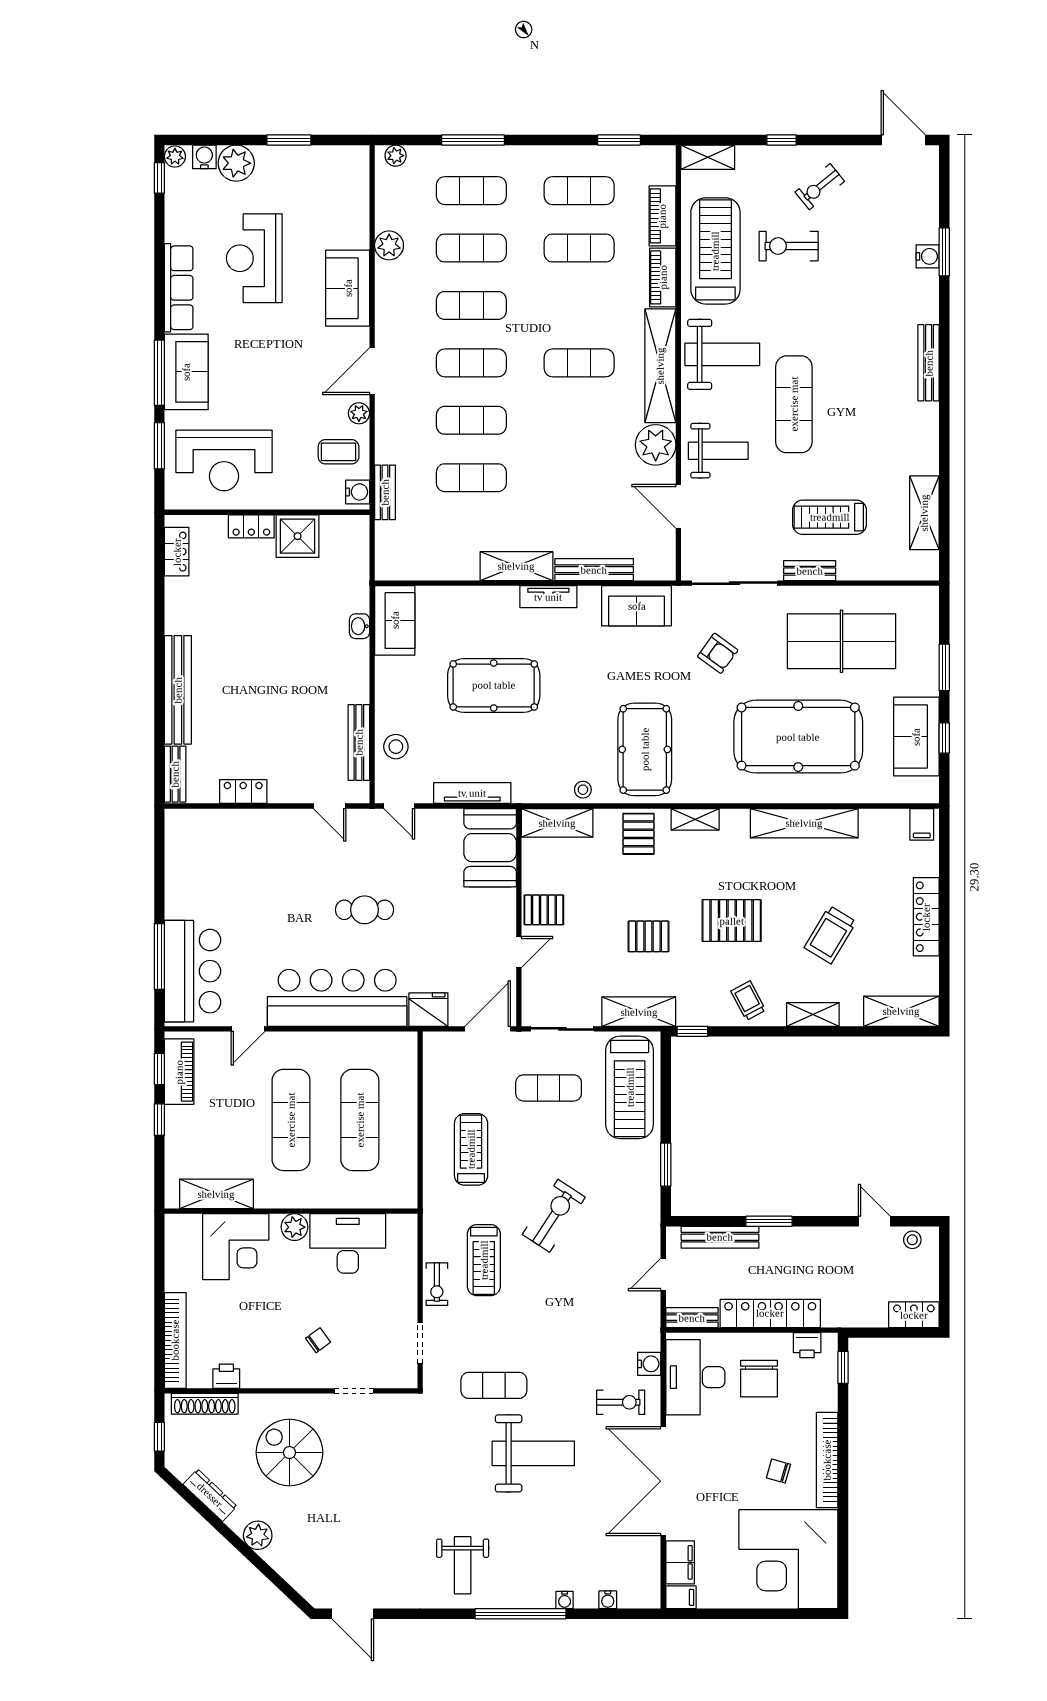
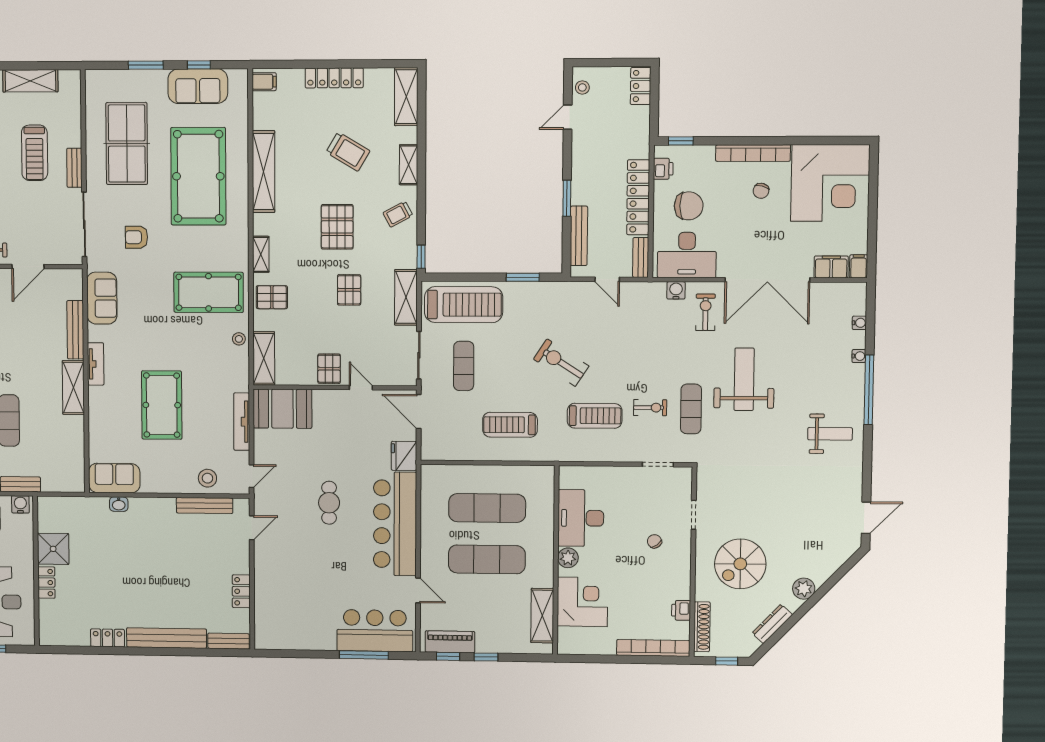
locker: (177, 552) -> (108, 638), moved
armchair: (718, 653) -> (136, 237), turned -126
exercise bike: (437, 1284) -> (650, 408), moved

